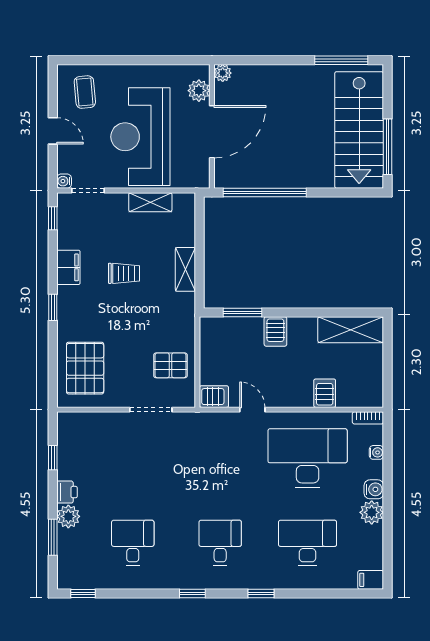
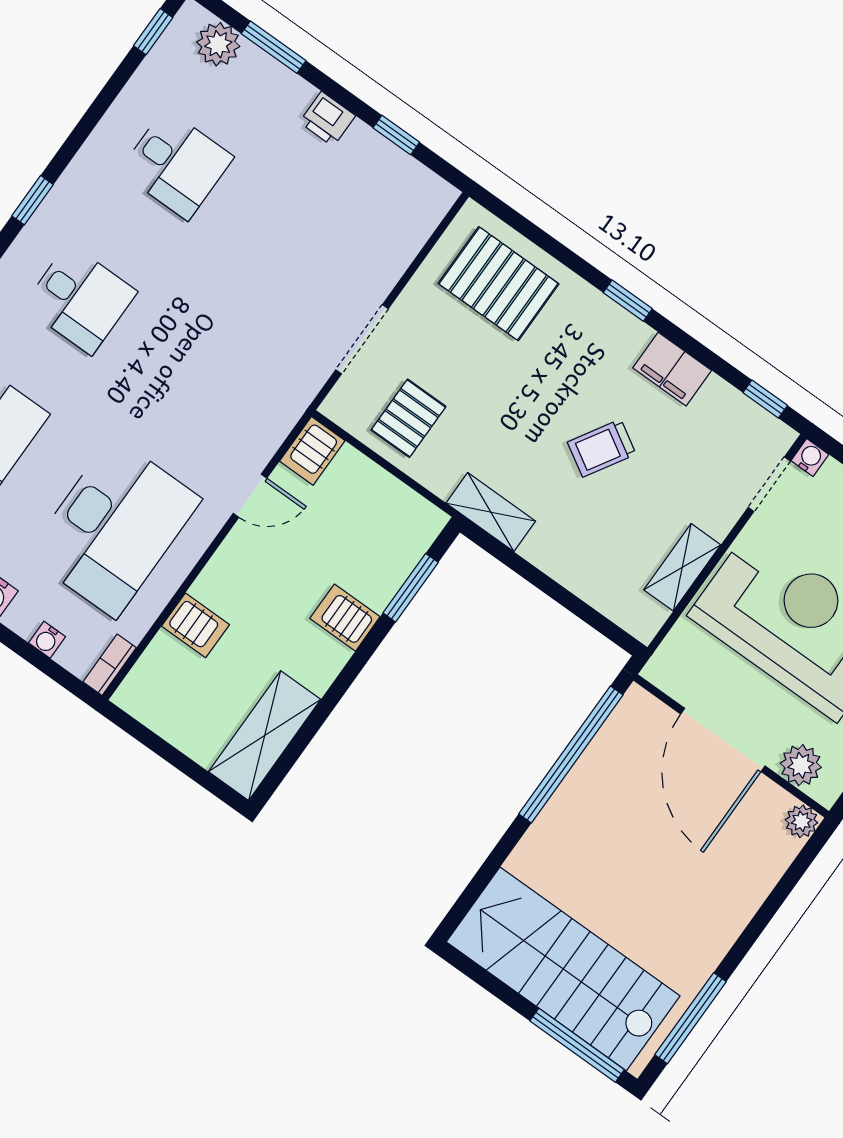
window: (388, 147) -> (577, 1045), moved
shelving: (185, 269) -> (491, 512), moved
trolley: (124, 273) -> (602, 448), turned 31
plant: (68, 516) -> (218, 44), moved

